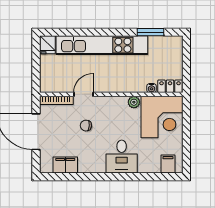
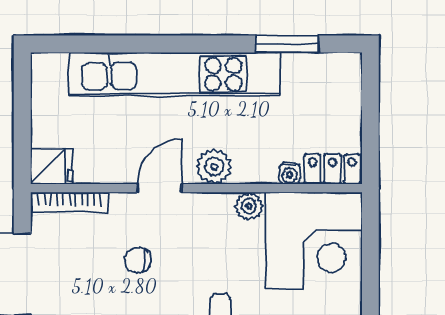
fridge: (47, 45) -> (52, 166), moved, turned -90
plant: (119, 85) -> (214, 167), added
door: (83, 94) -> (159, 188), moved

